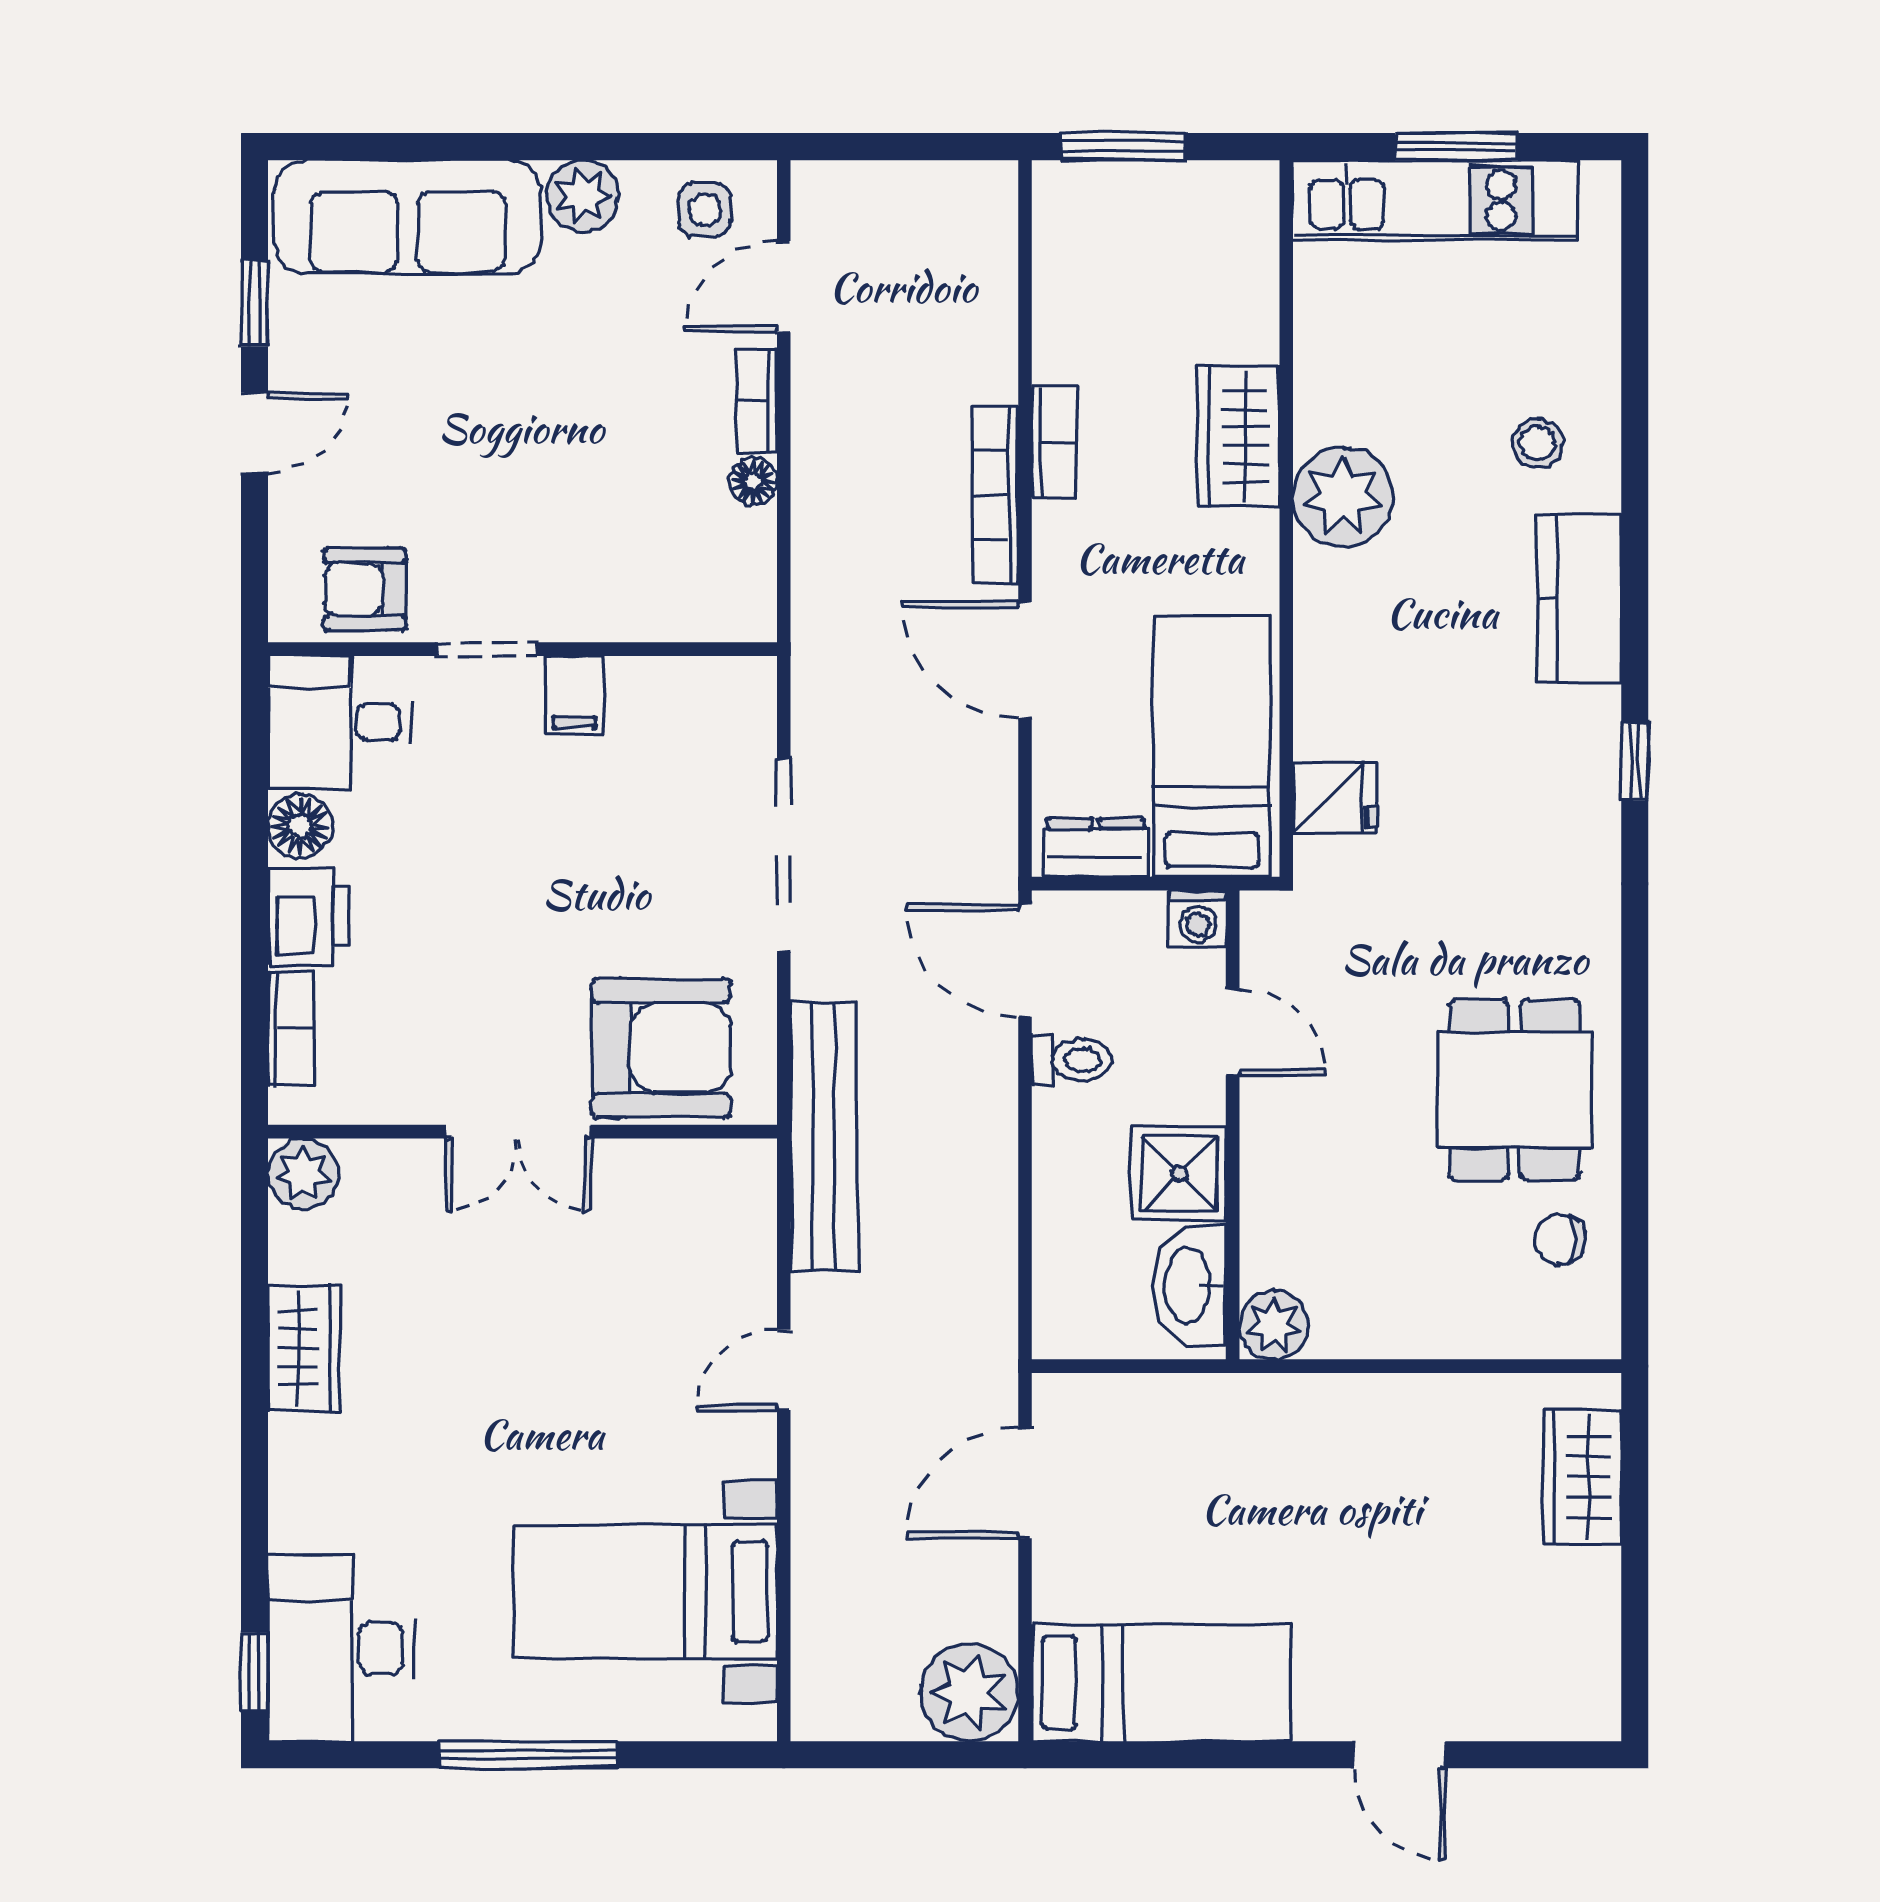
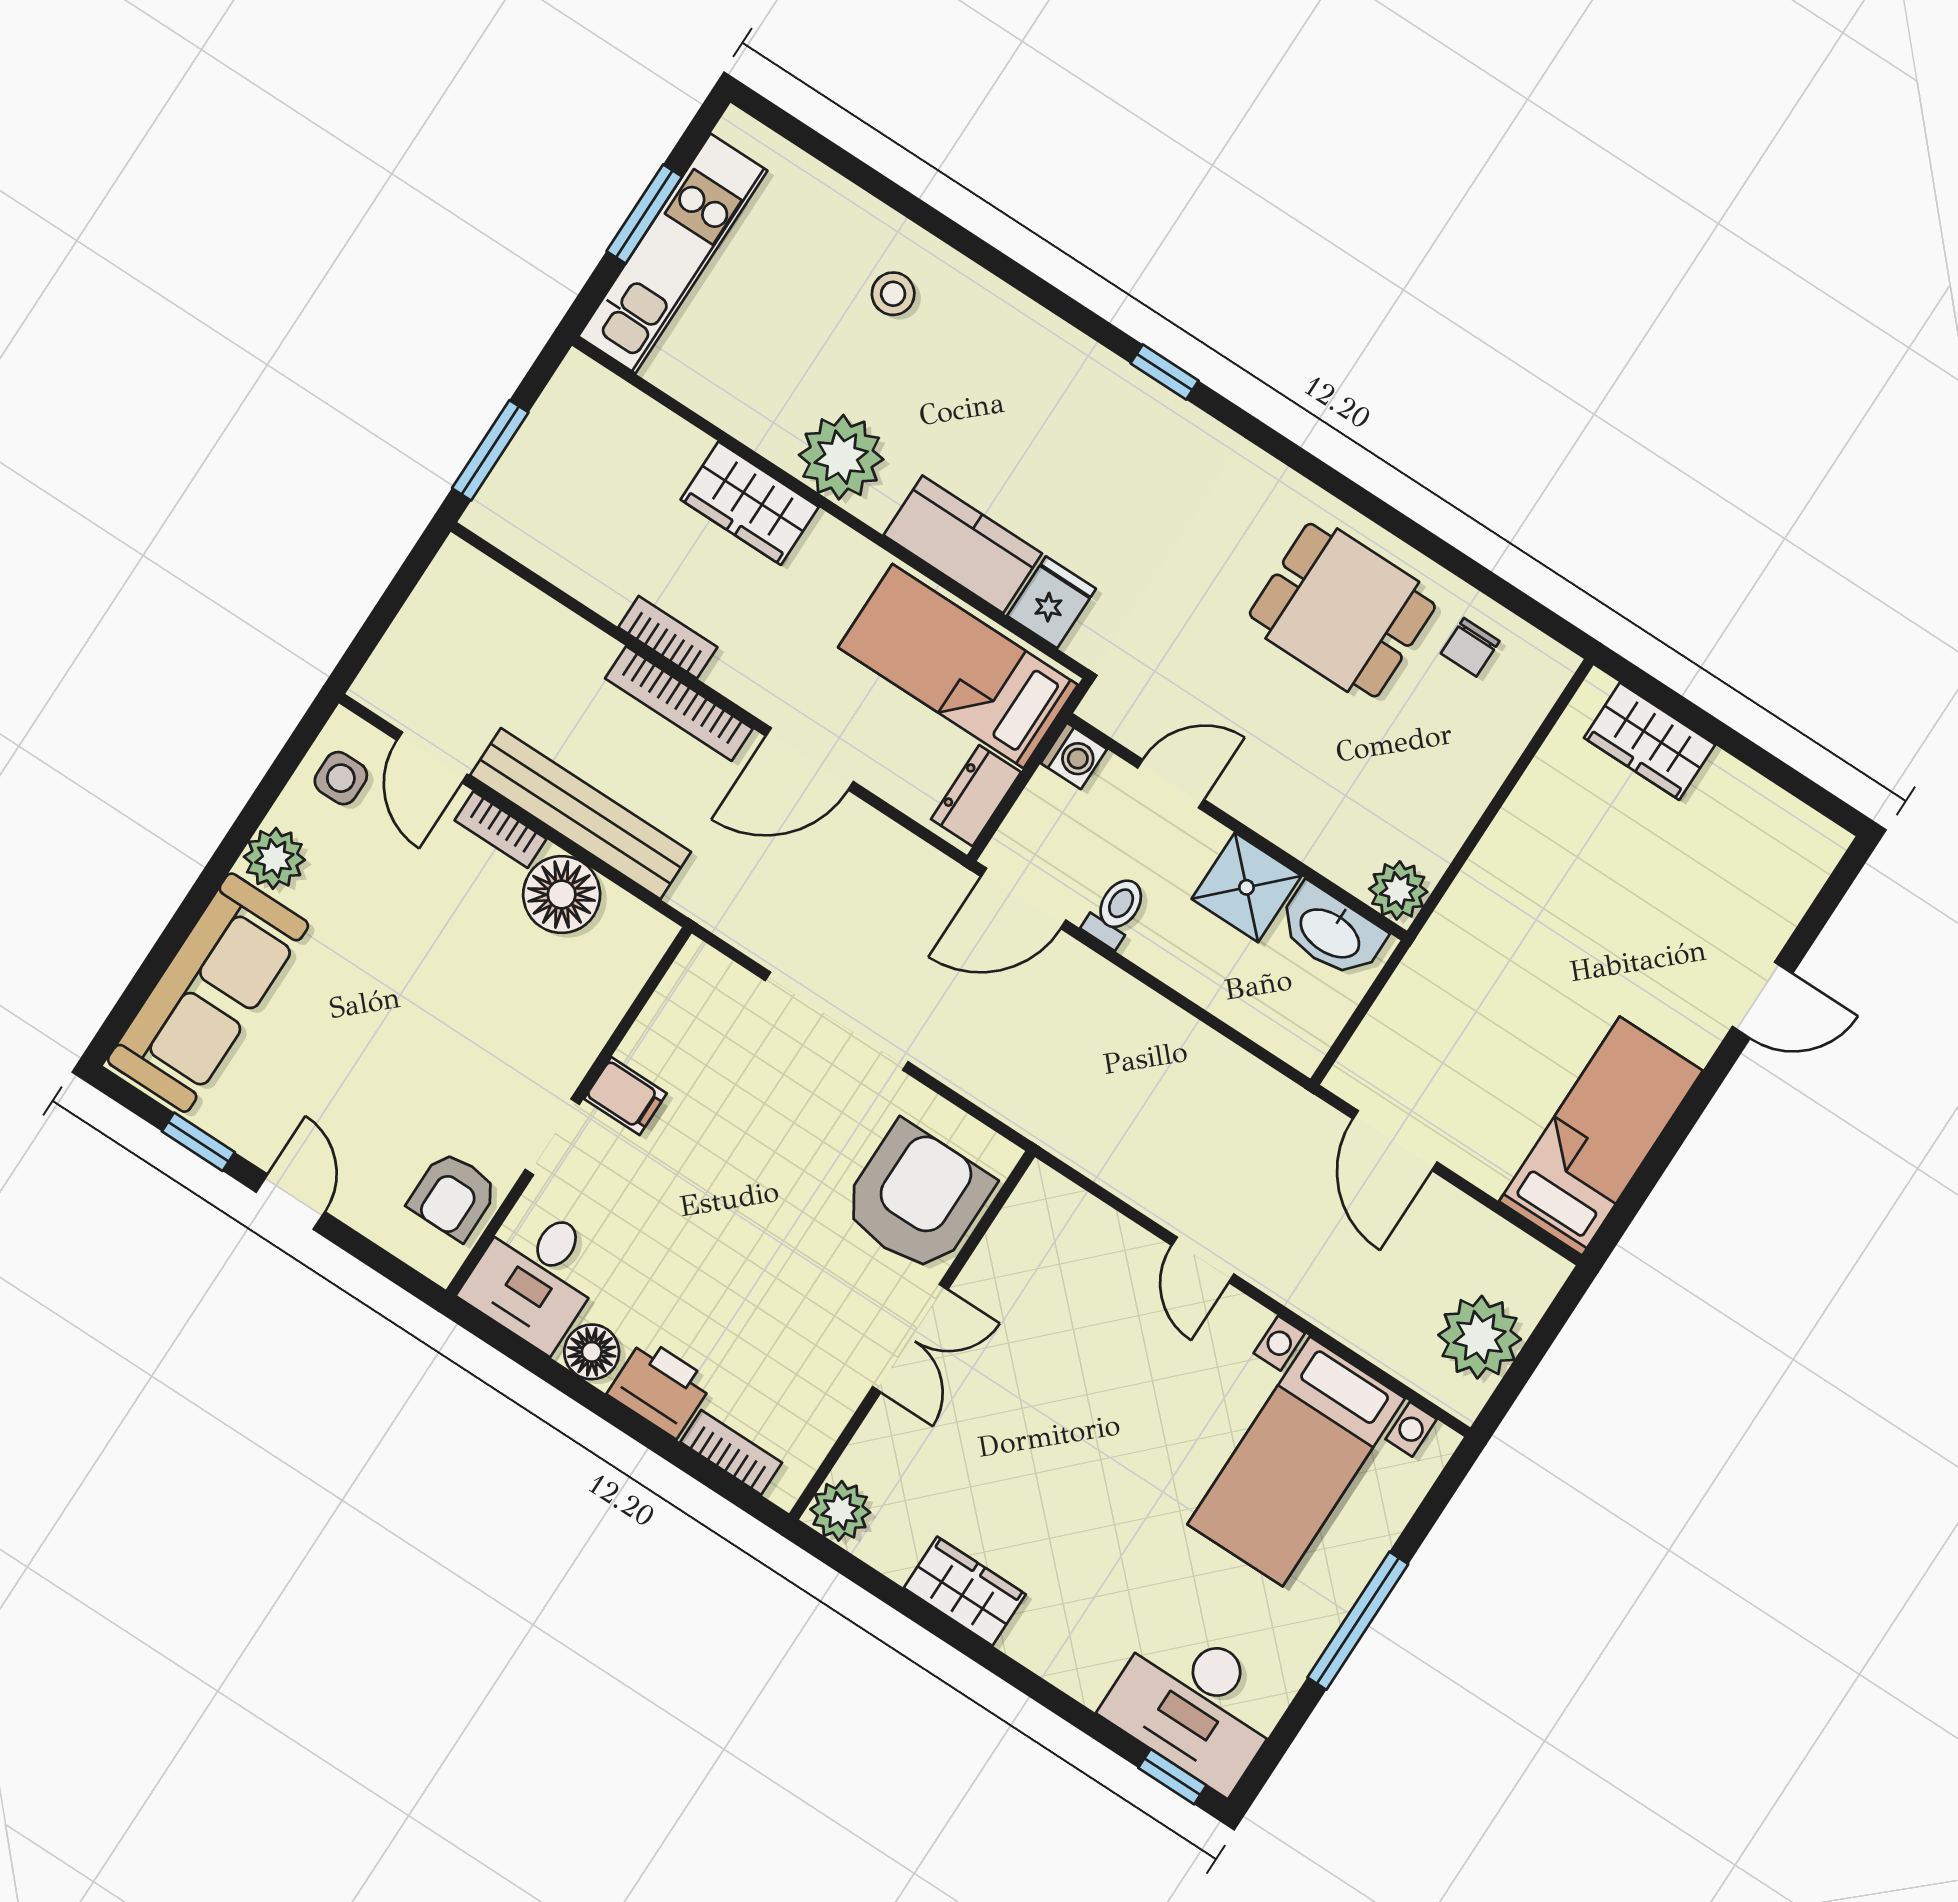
floor lamp: (753, 481) -> (562, 894), width x1.89, depth x1.89
kitchen counter: (1579, 598) -> (963, 544), moved, turned 180
bench: (824, 1137) -> (581, 814), moved
plant: (969, 1692) -> (1480, 1337), moved

